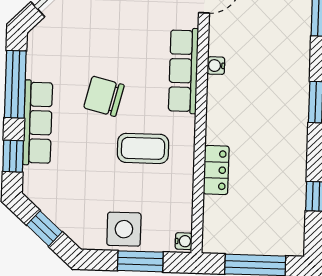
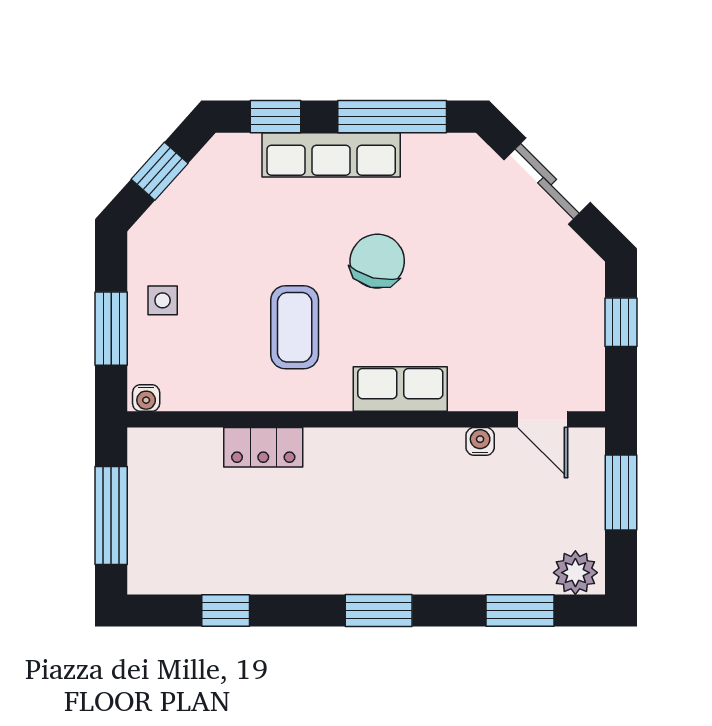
water cooler: (216, 66) -> (480, 441), moved
row of seats: (183, 71) -> (400, 389), width x0.68
side table: (124, 229) -> (163, 300), width x0.54, depth x0.54

